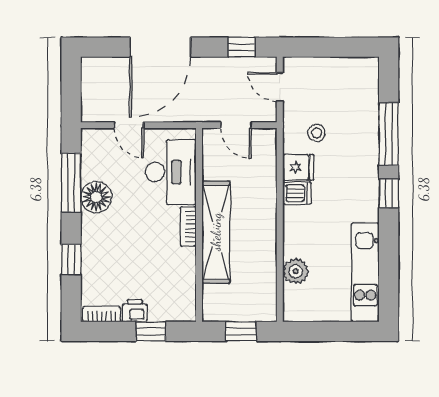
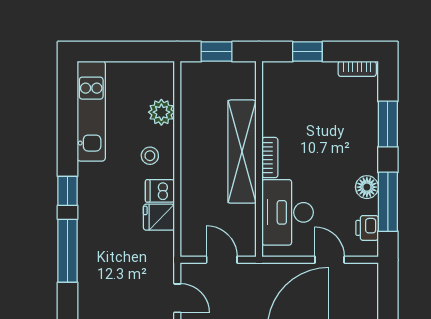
stool: (317, 133) -> (150, 156), moved
floor lamp: (96, 197) -> (367, 187), width x0.73, depth x0.73
window: (71, 260) -> (388, 124), width x1.50
printer: (135, 311) -> (367, 228), moved, turned 90

